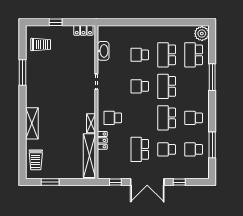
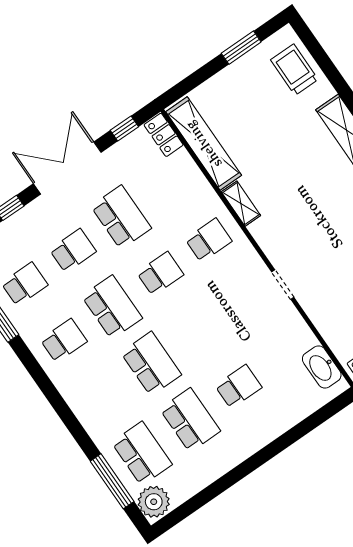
washbasin: (103, 51) -> (322, 367), moved
window: (212, 77) -> (112, 481), moved
school desk: (140, 86) -> (160, 274), moved
locker: (102, 140) -> (164, 135), moved

